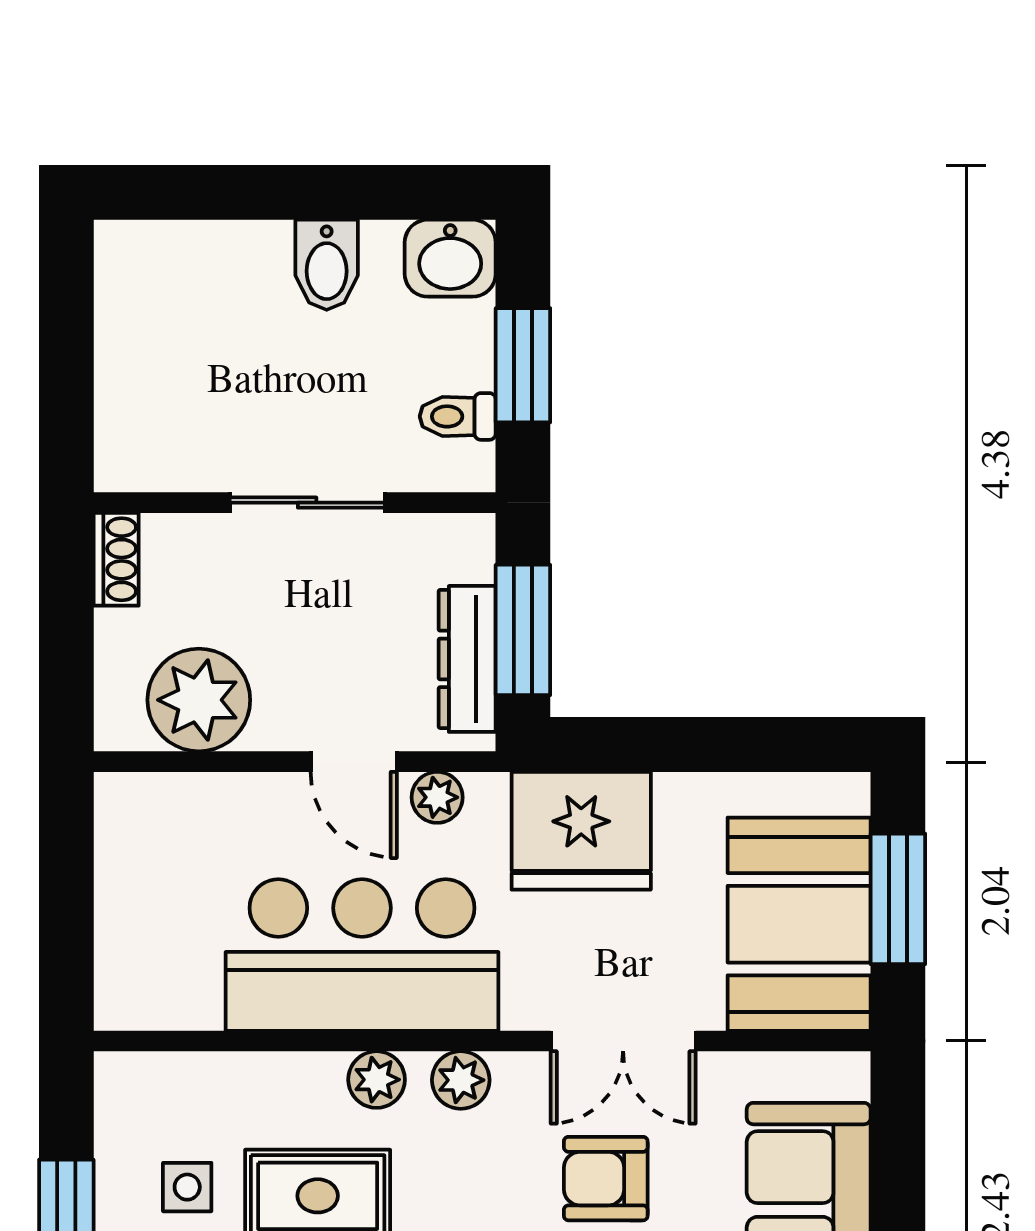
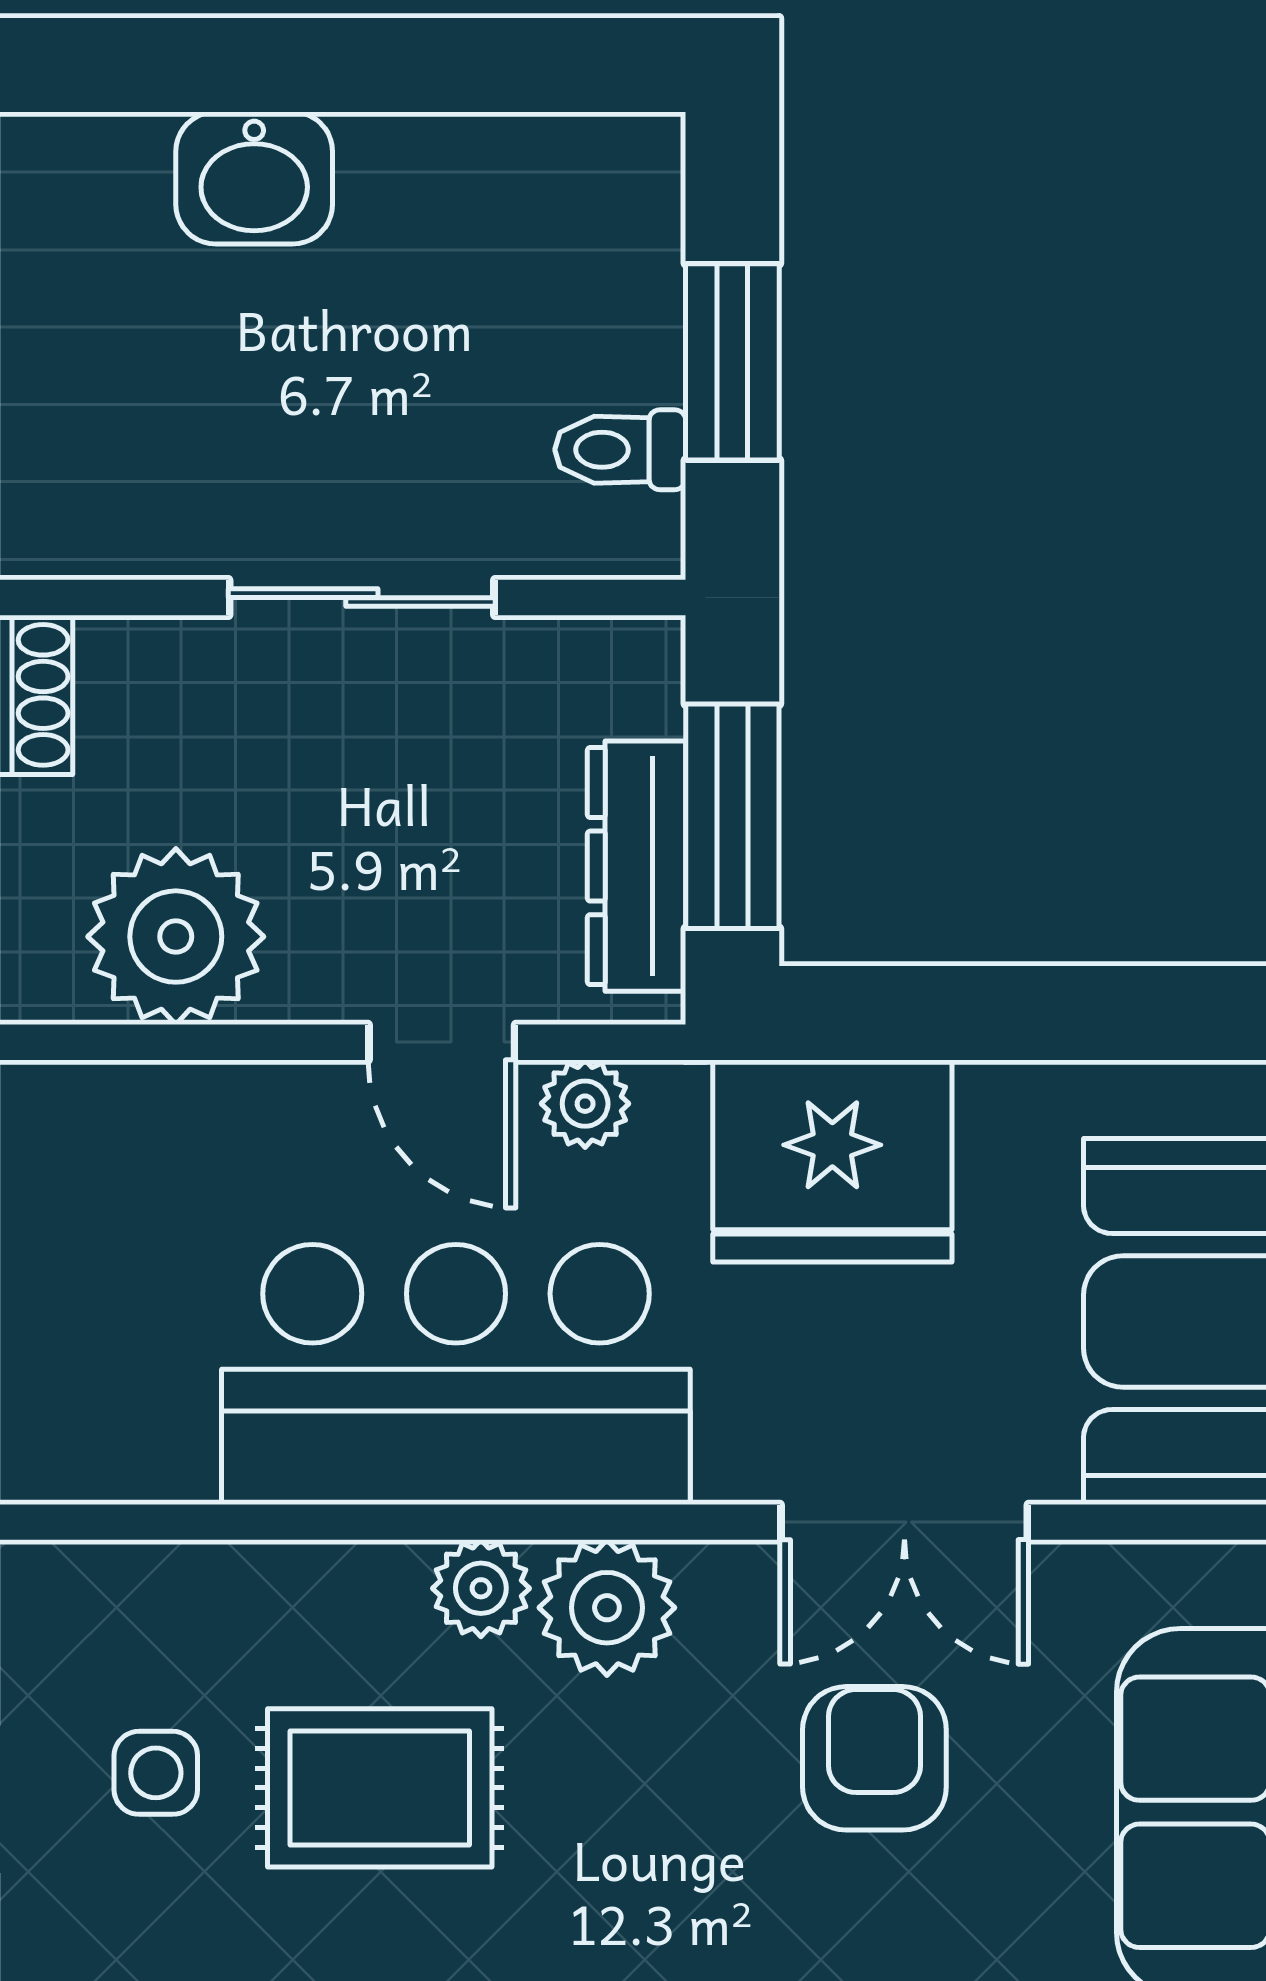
washbasin: (450, 258) -> (254, 178), moved
bidet: (327, 265) -> (395, 189), removed
plant: (461, 1080) -> (607, 1608), width x1.38, depth x1.38
armchair: (606, 1179) -> (874, 1758), turned 90

